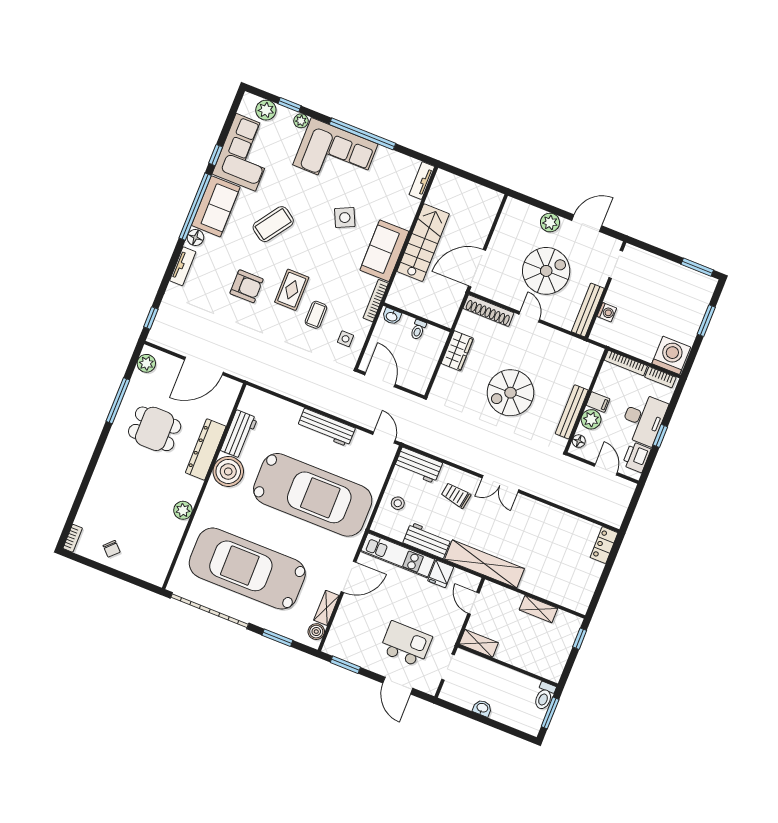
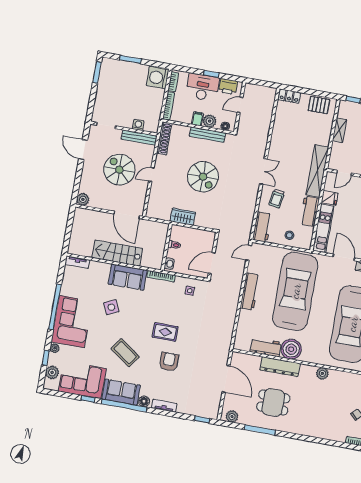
plant: (550, 223) -> (83, 199), moved
shoe rack: (488, 311) -> (164, 138), moved
coffee table: (316, 315) -> (178, 313), removed
dining table: (155, 429) -> (273, 402), turned 90
pallet: (582, 586) -> (319, 105), added

